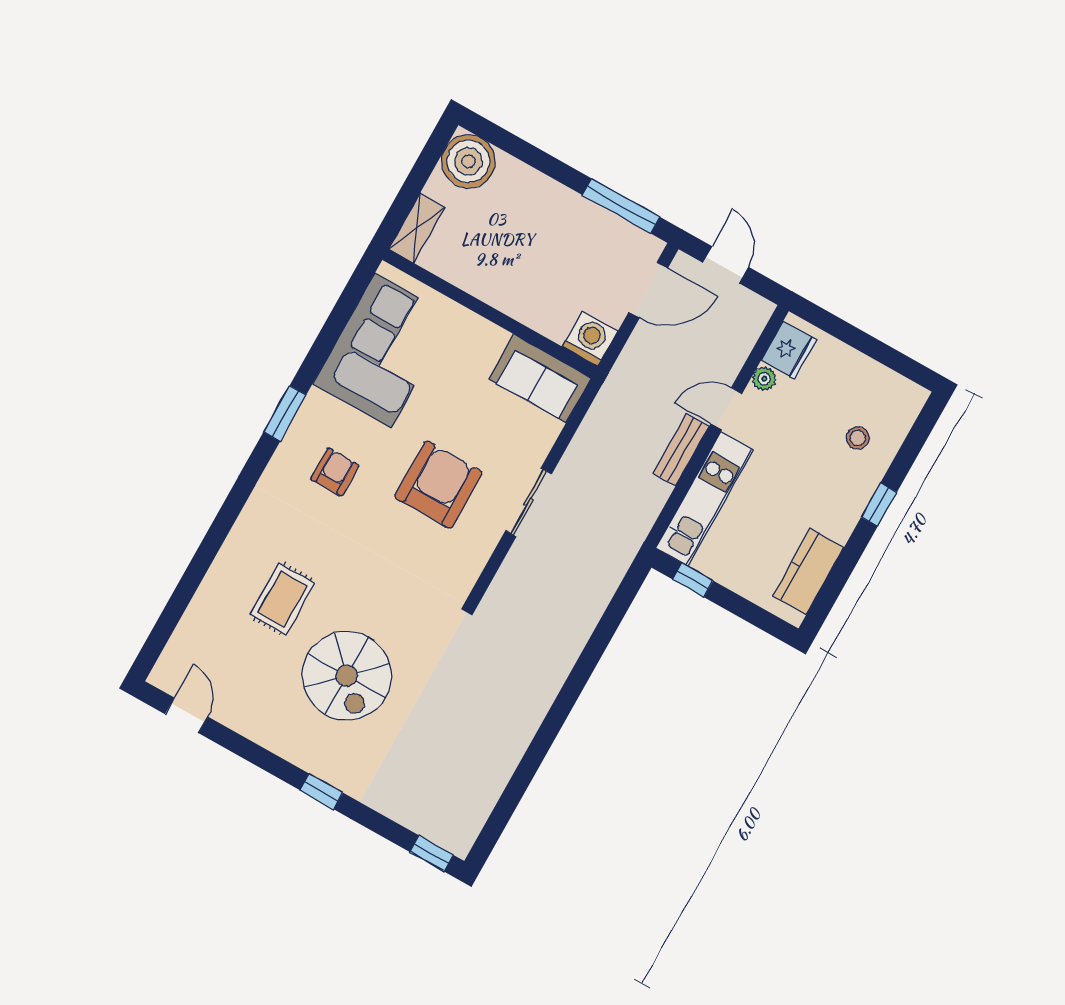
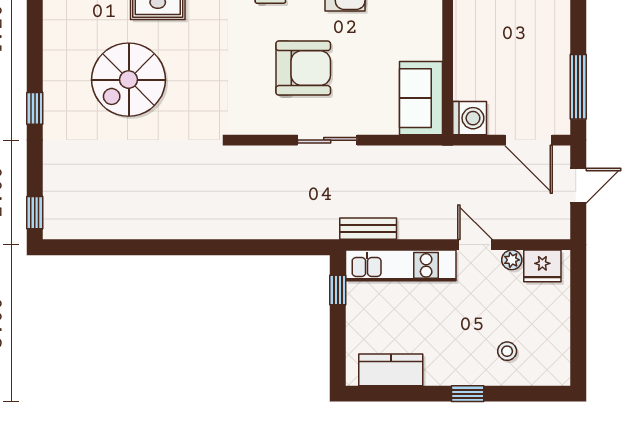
bench: (681, 450) -> (368, 229), moved

